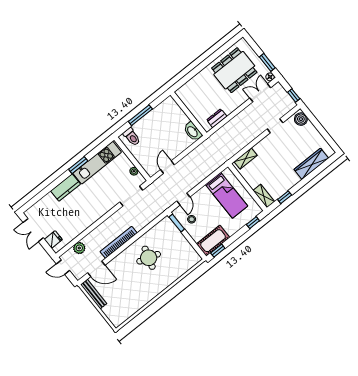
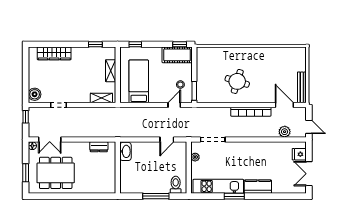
window: (267, 62) -> (26, 173), moved
shelving: (264, 196) -> (111, 71), moved
double door: (33, 230) -> (309, 174), swing flipped

